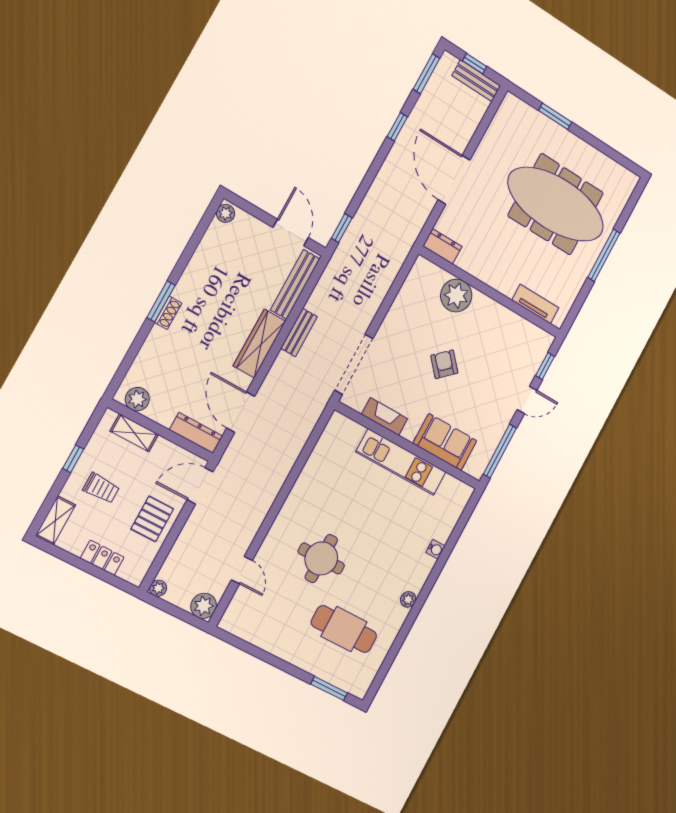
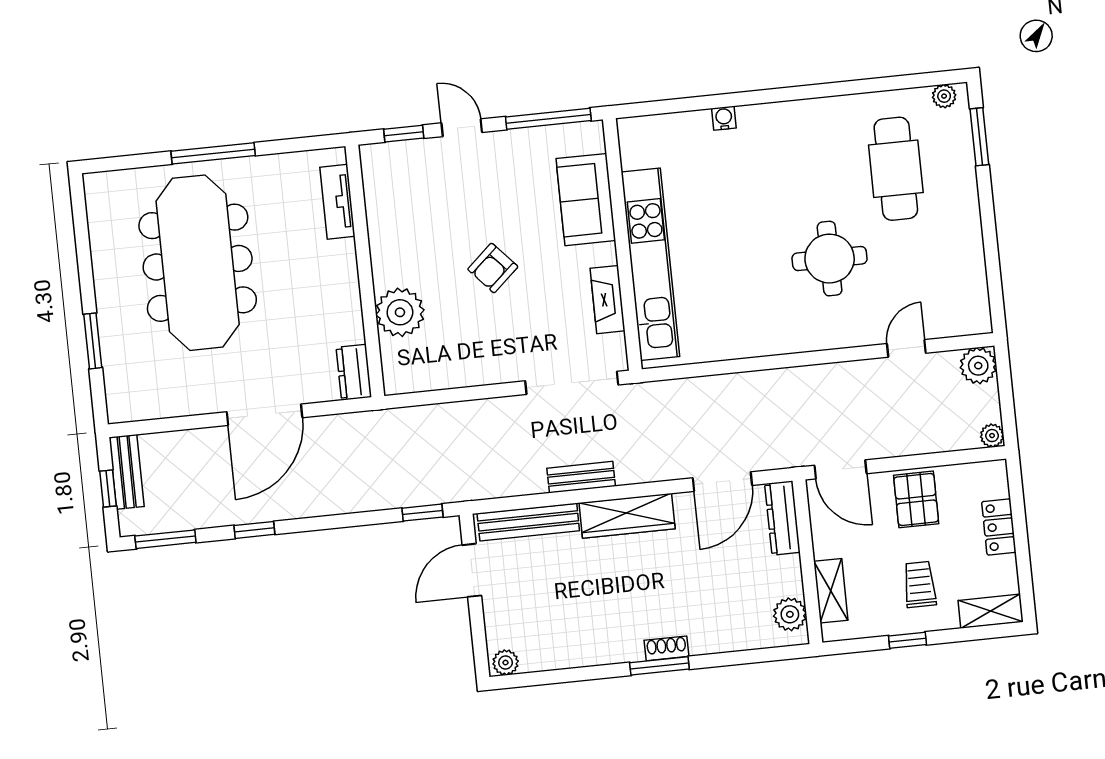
kitchen unit: (401, 462) -> (650, 264), width x1.36
pallet: (152, 519) -> (916, 499), turned 90
plant: (408, 599) -> (944, 96), moved

